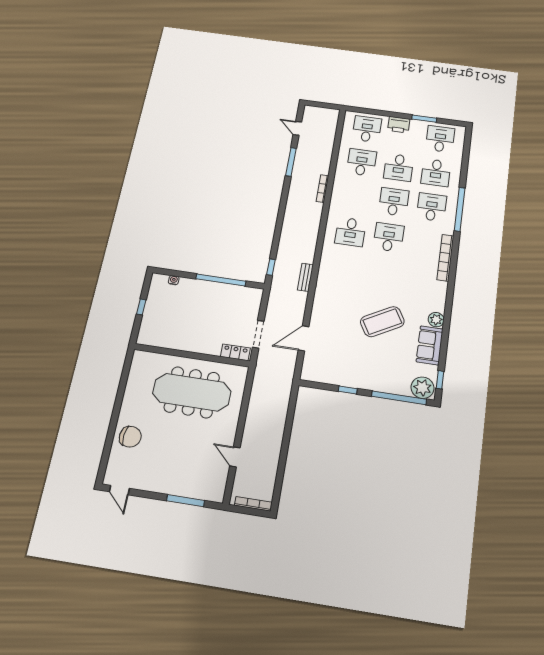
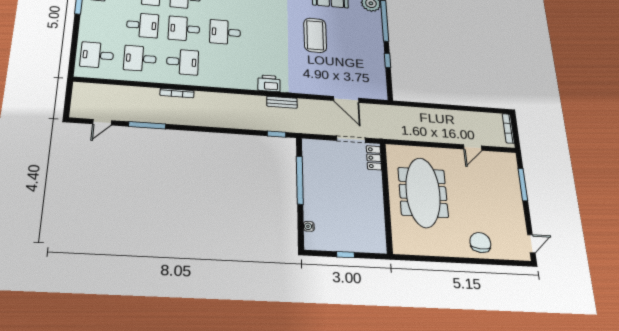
printer: (399, 125) -> (269, 83), moved, turned -90
desk: (350, 232) -> (182, 62), moved
coffee table: (382, 322) -> (315, 35), turned 30

